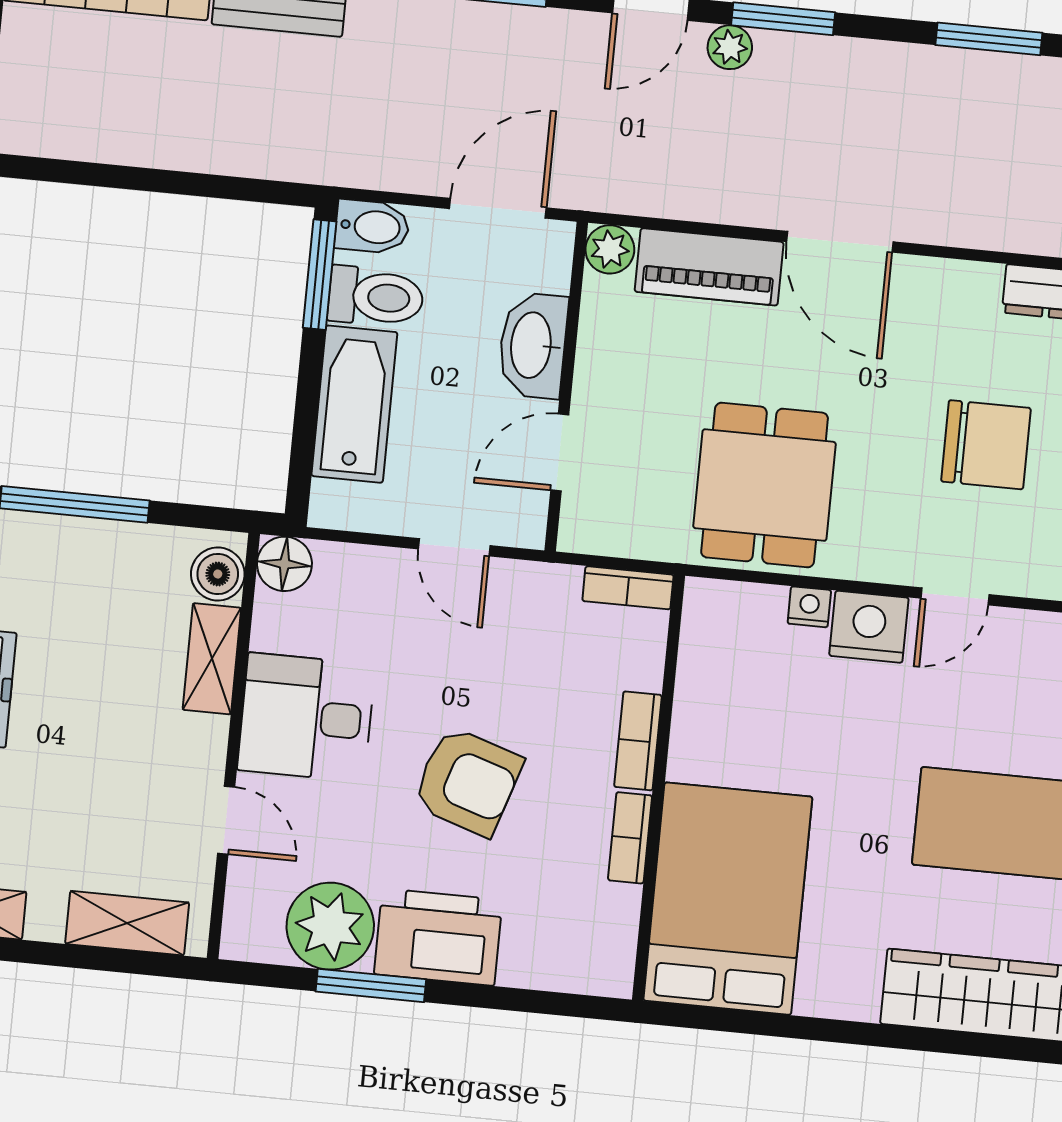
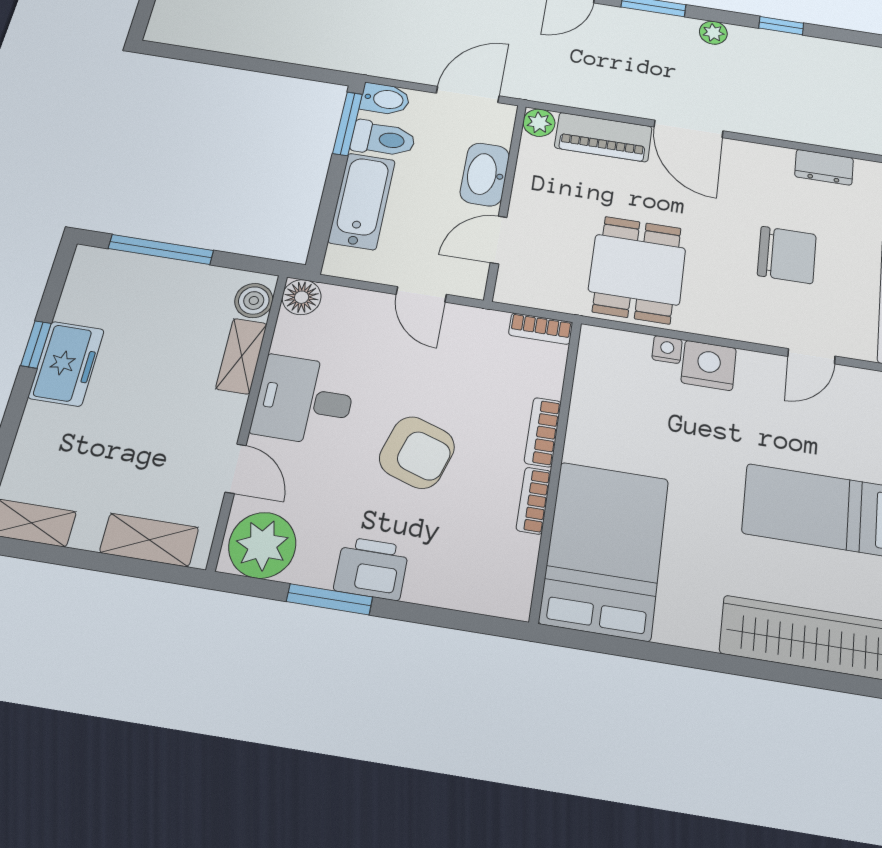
window: (989, 39) -> (781, 26), width x0.67
plant: (730, 47) -> (713, 33), moved
door: (955, 596) -> (811, 356), moved
plant: (330, 926) -> (262, 545), moved
printer: (438, 937) -> (371, 569), width x0.73, depth x0.84

